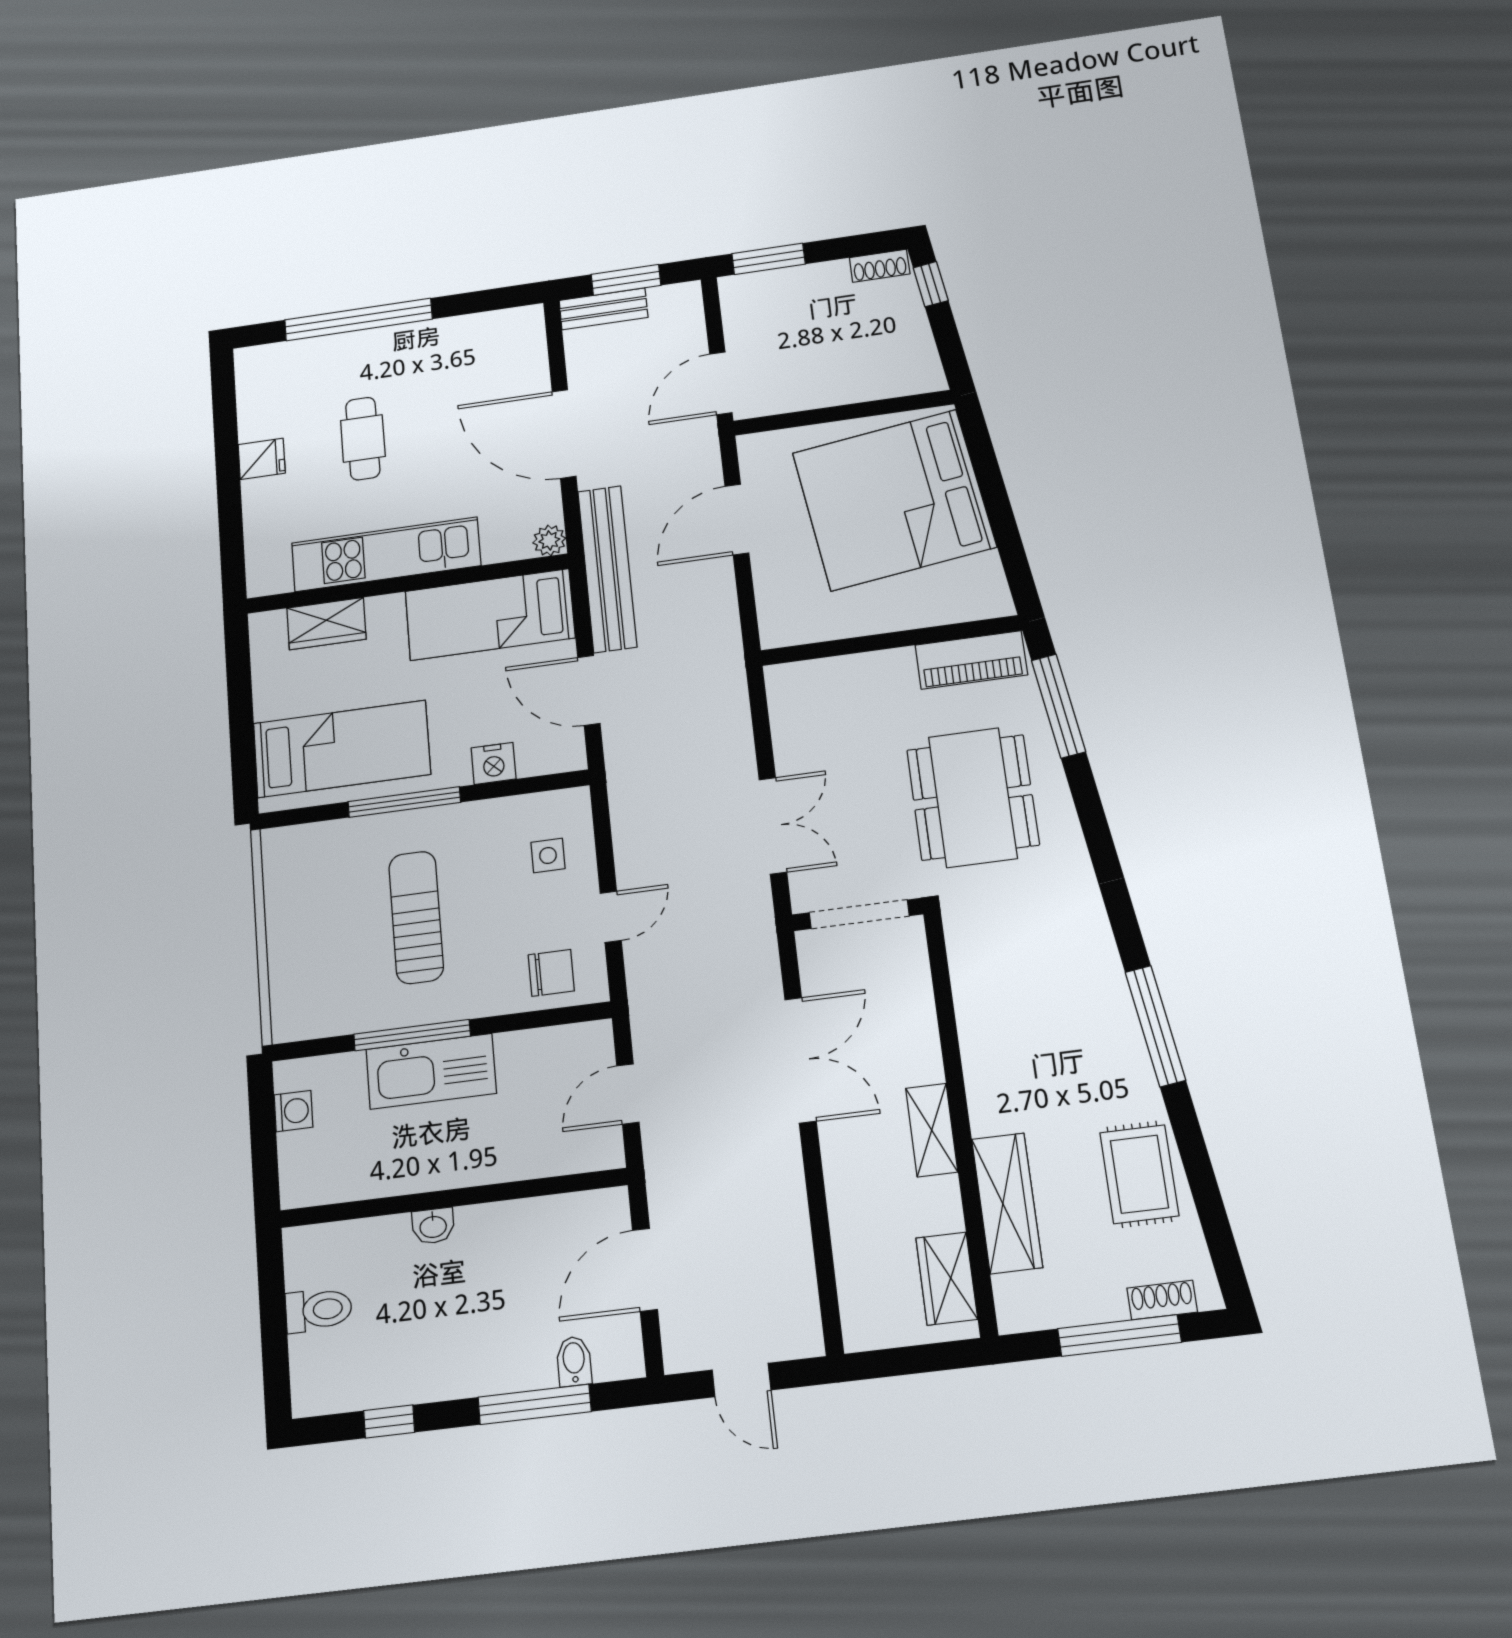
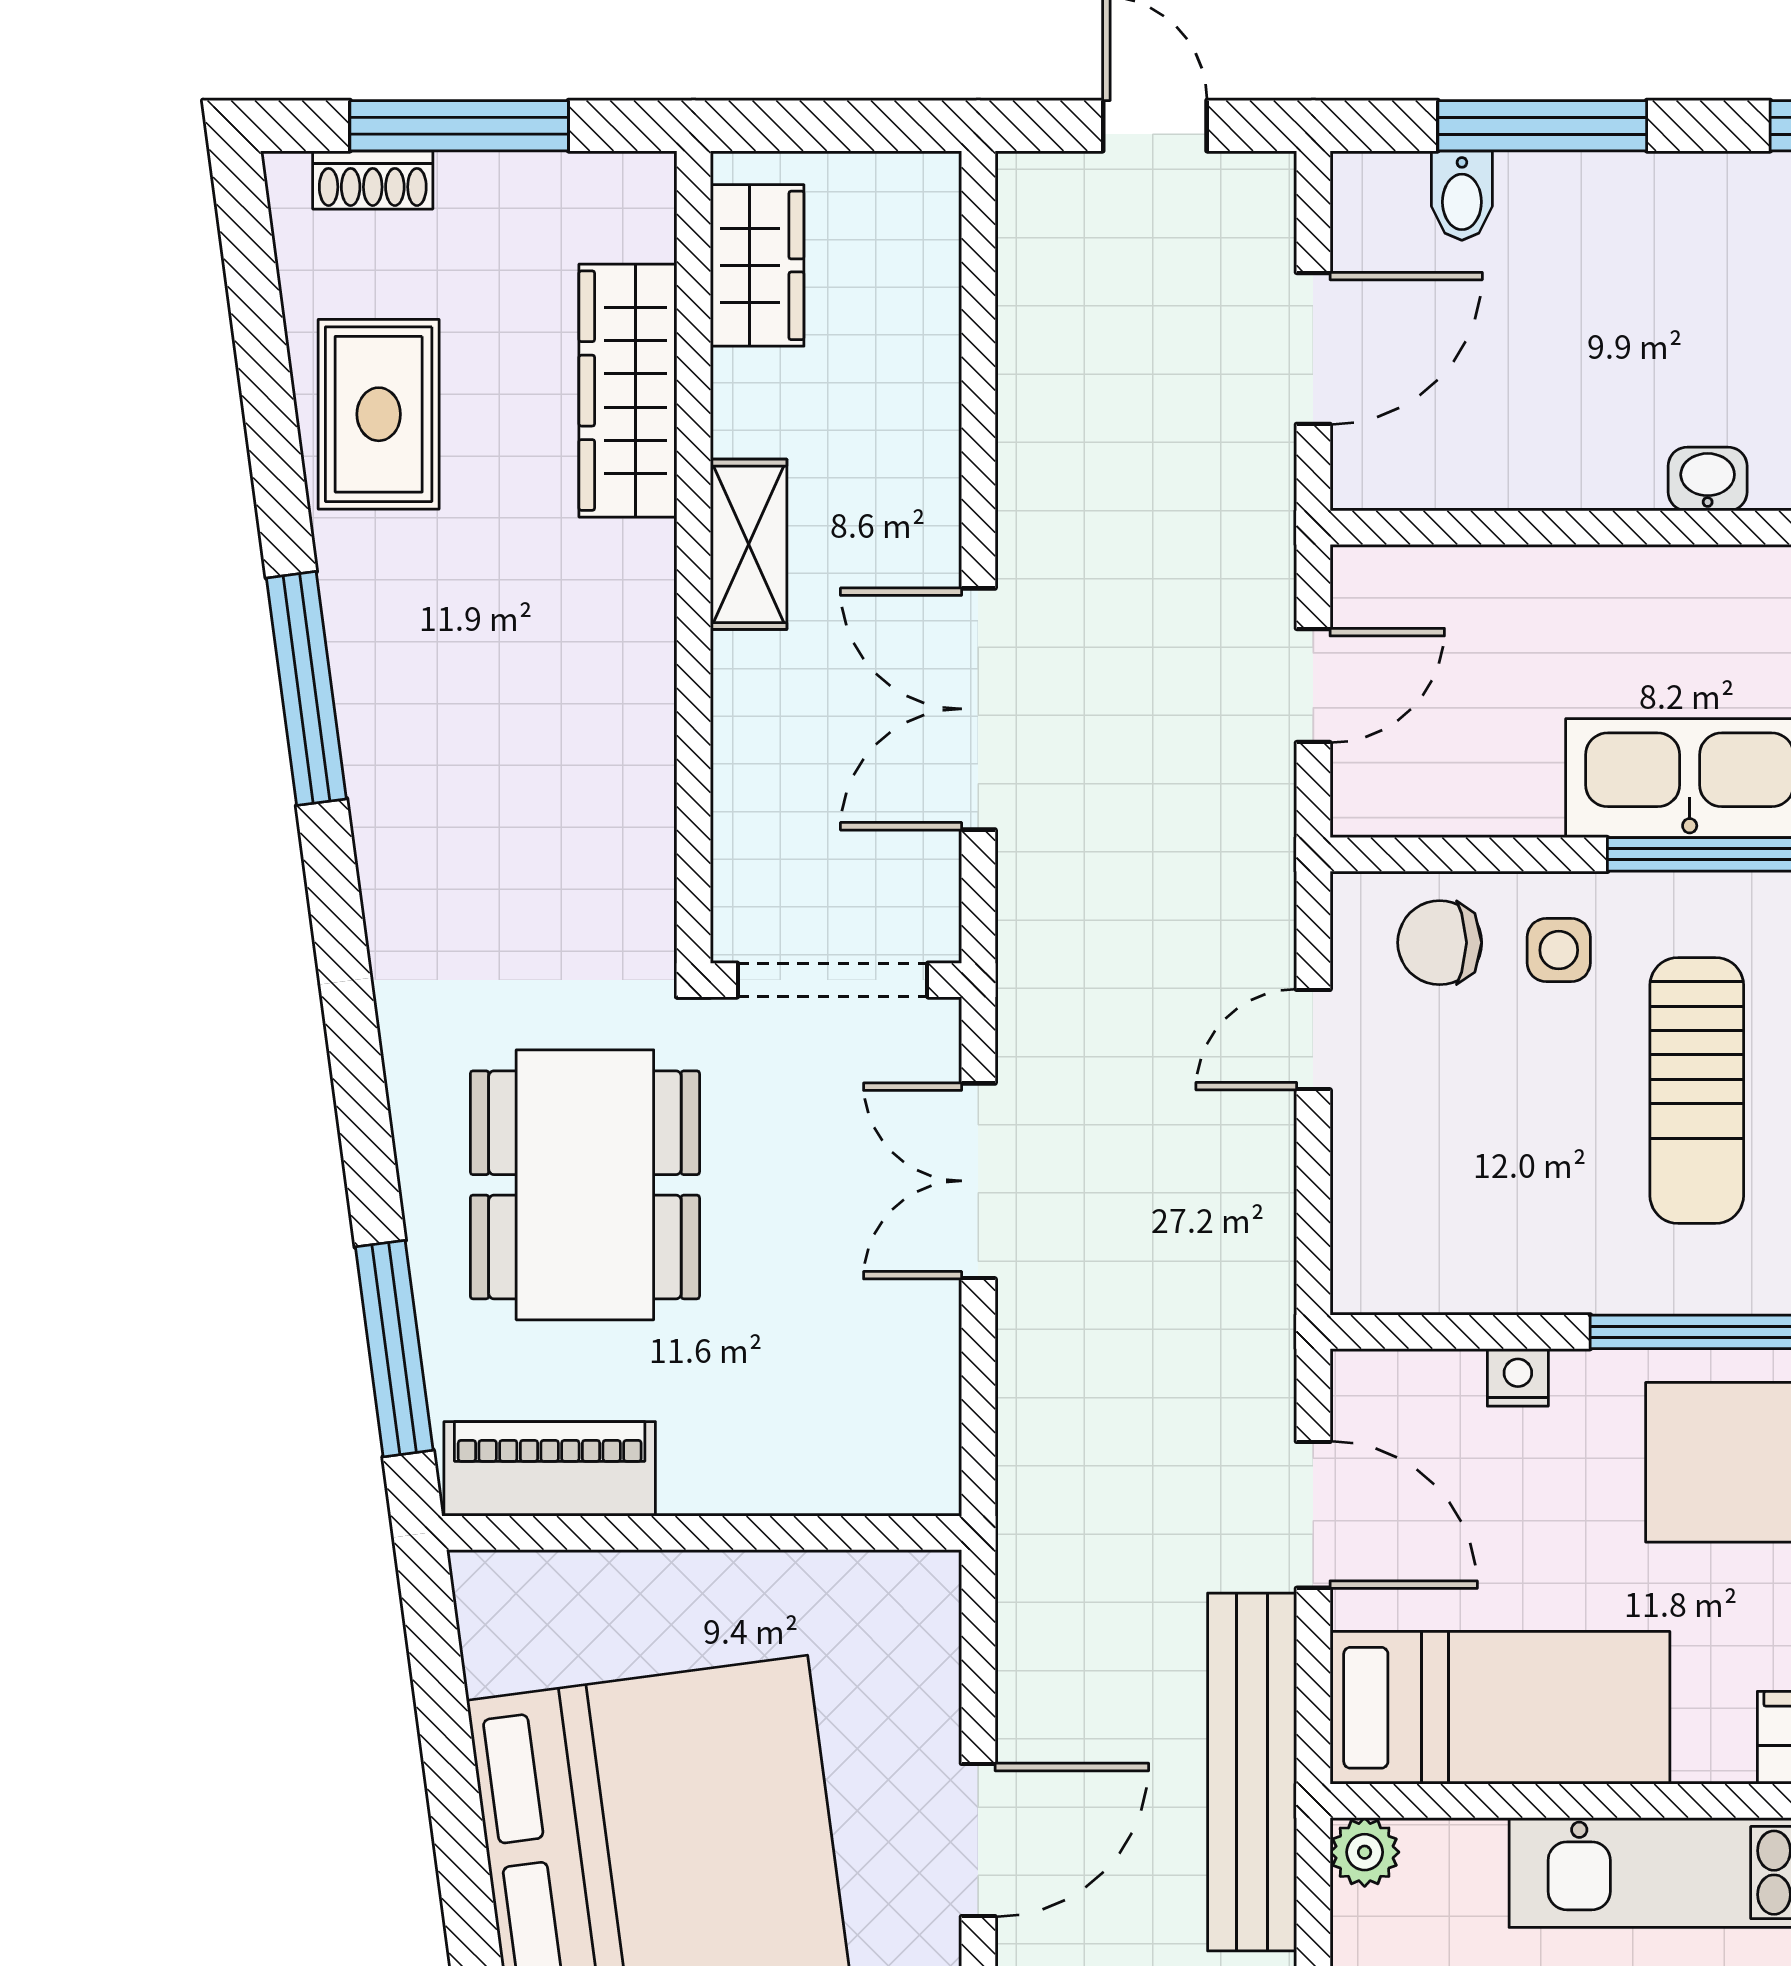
nightstand: (494, 763) -> (1518, 1377), width x0.72, depth x0.74
side table: (548, 855) -> (1559, 950), moved

